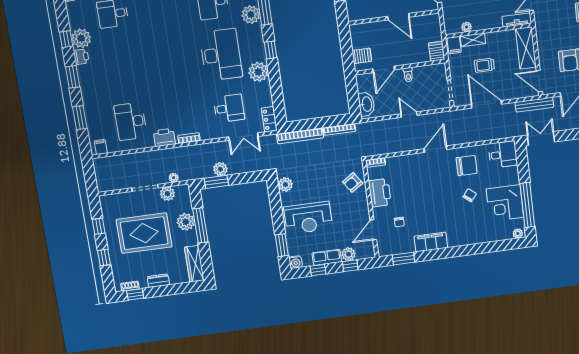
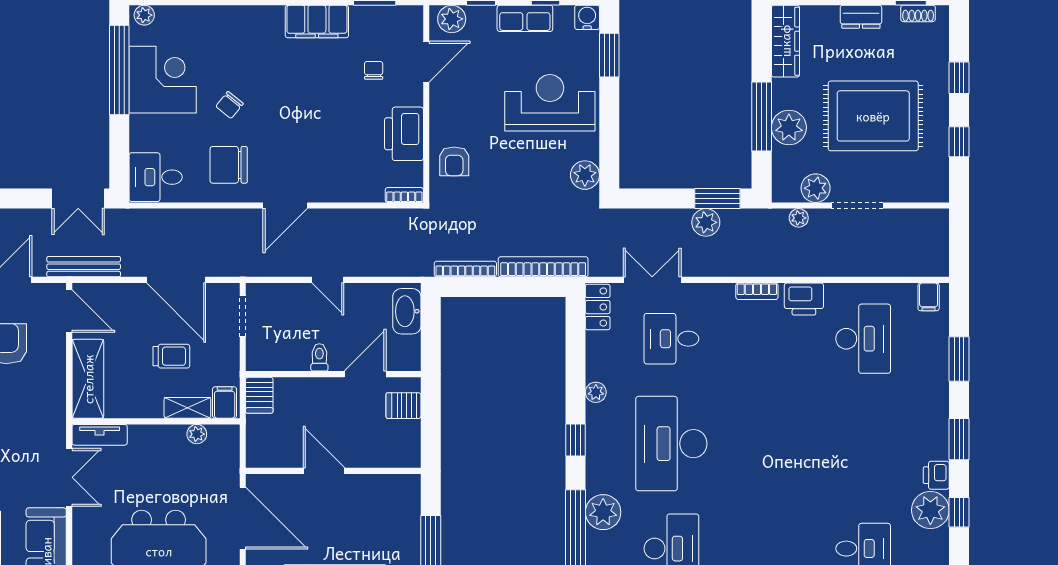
plant: (258, 72) -> (596, 392), width x0.53, depth x0.53
armchair: (353, 182) -> (454, 161), turned 124
plant: (348, 254) -> (452, 19), moved

